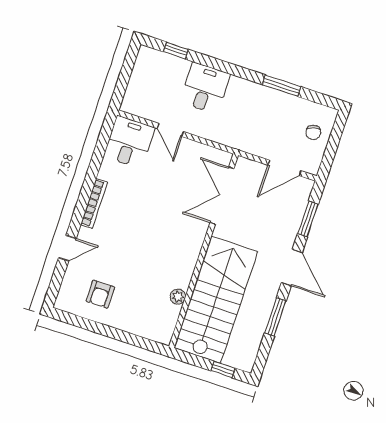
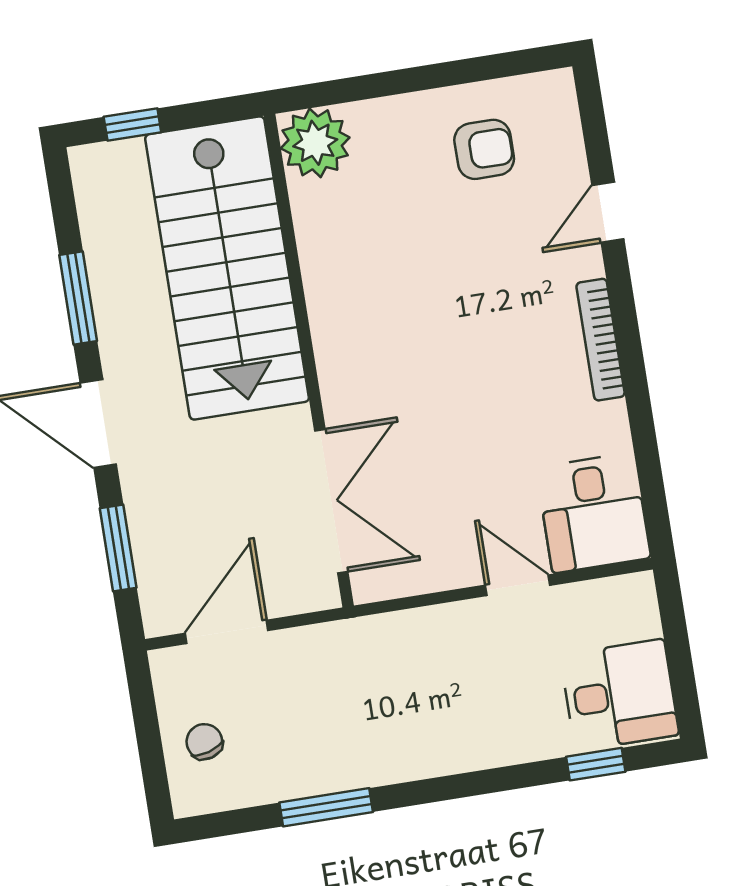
desk: (205, 88) -> (619, 695), moved, turned -90
armchair: (100, 294) -> (484, 149), turned 90
plant: (178, 297) -> (315, 143), moved, width x1.88, depth x1.88

